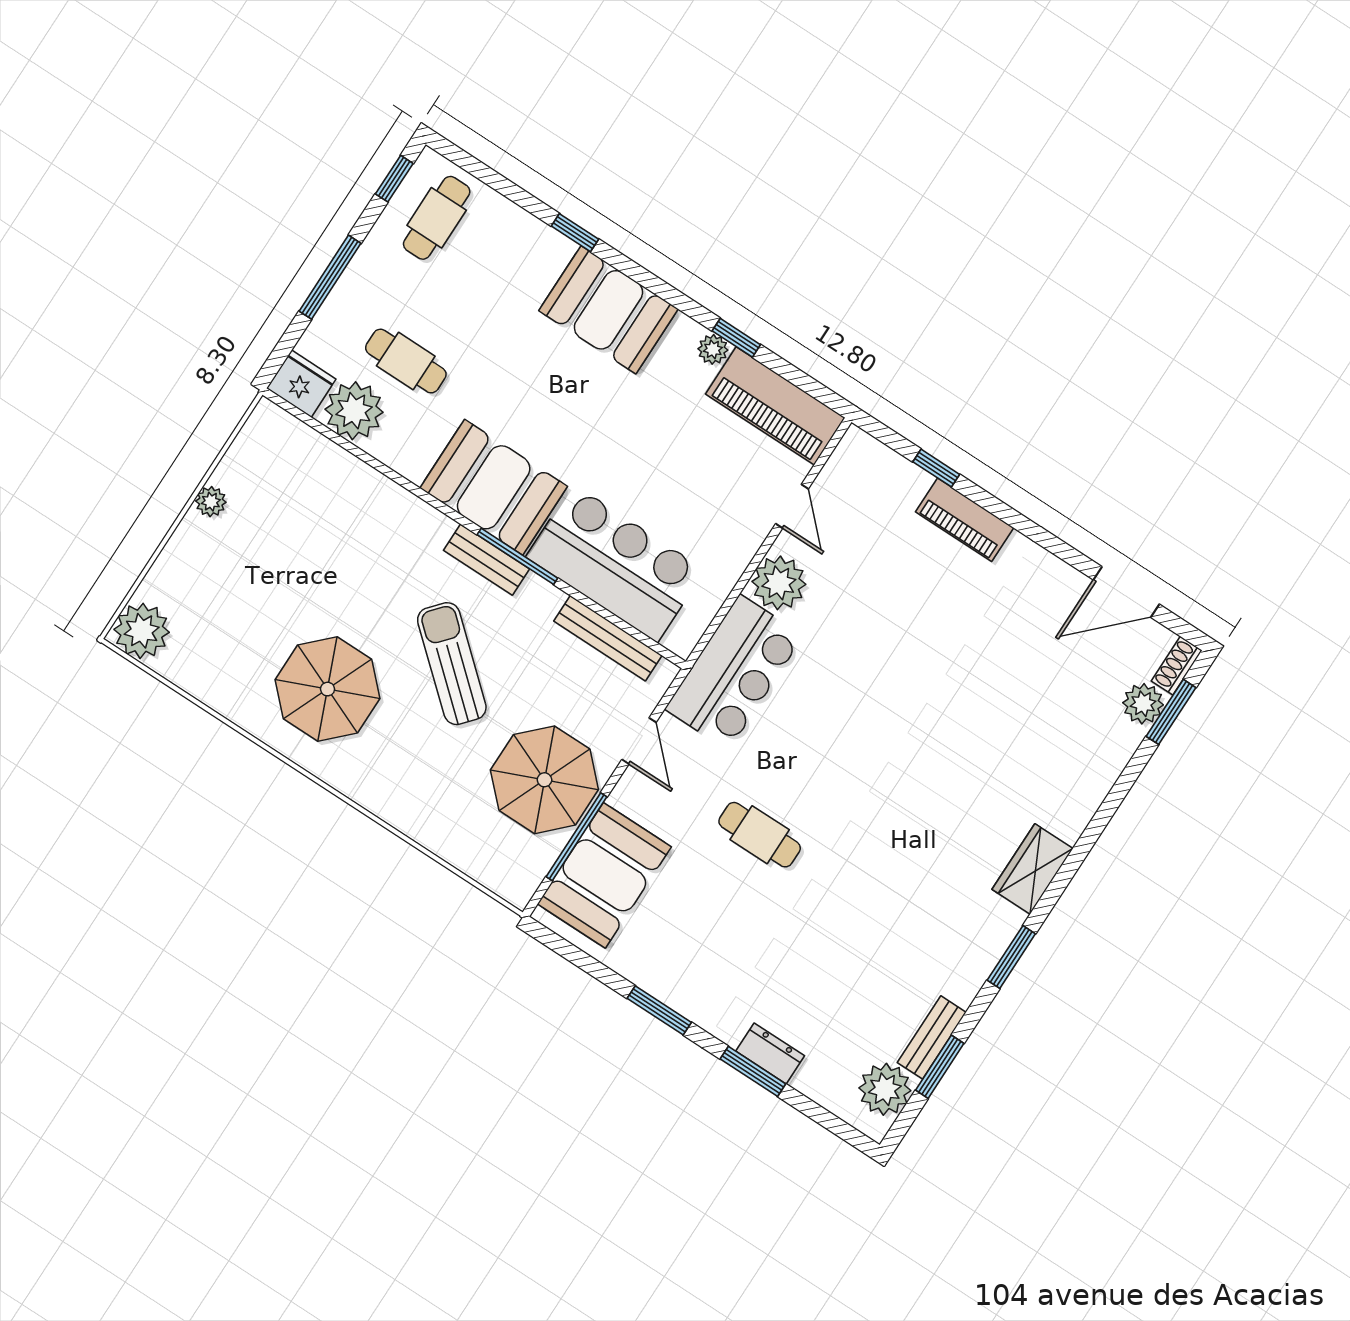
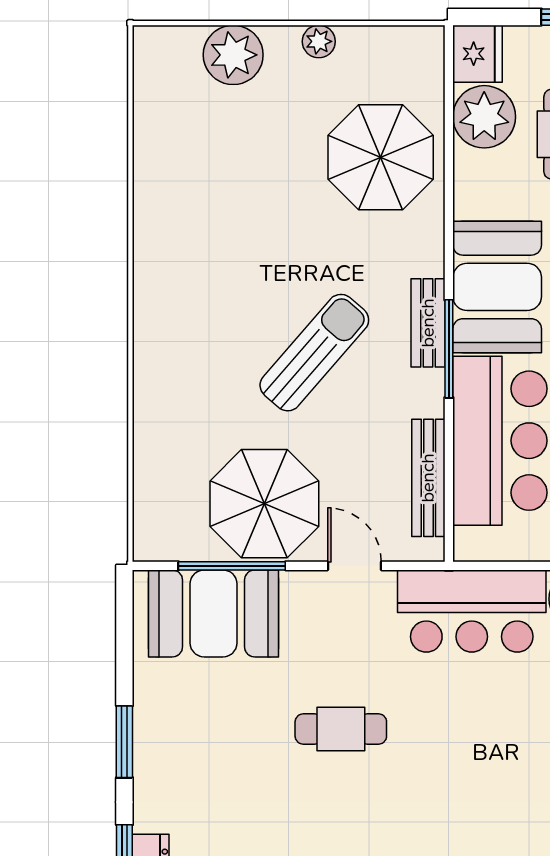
plant: (142, 631) -> (233, 55), moved
parasol: (328, 689) -> (381, 157), moved
door: (639, 741) -> (354, 566), swing flipped
cafe table: (760, 835) -> (341, 729), turned 90

